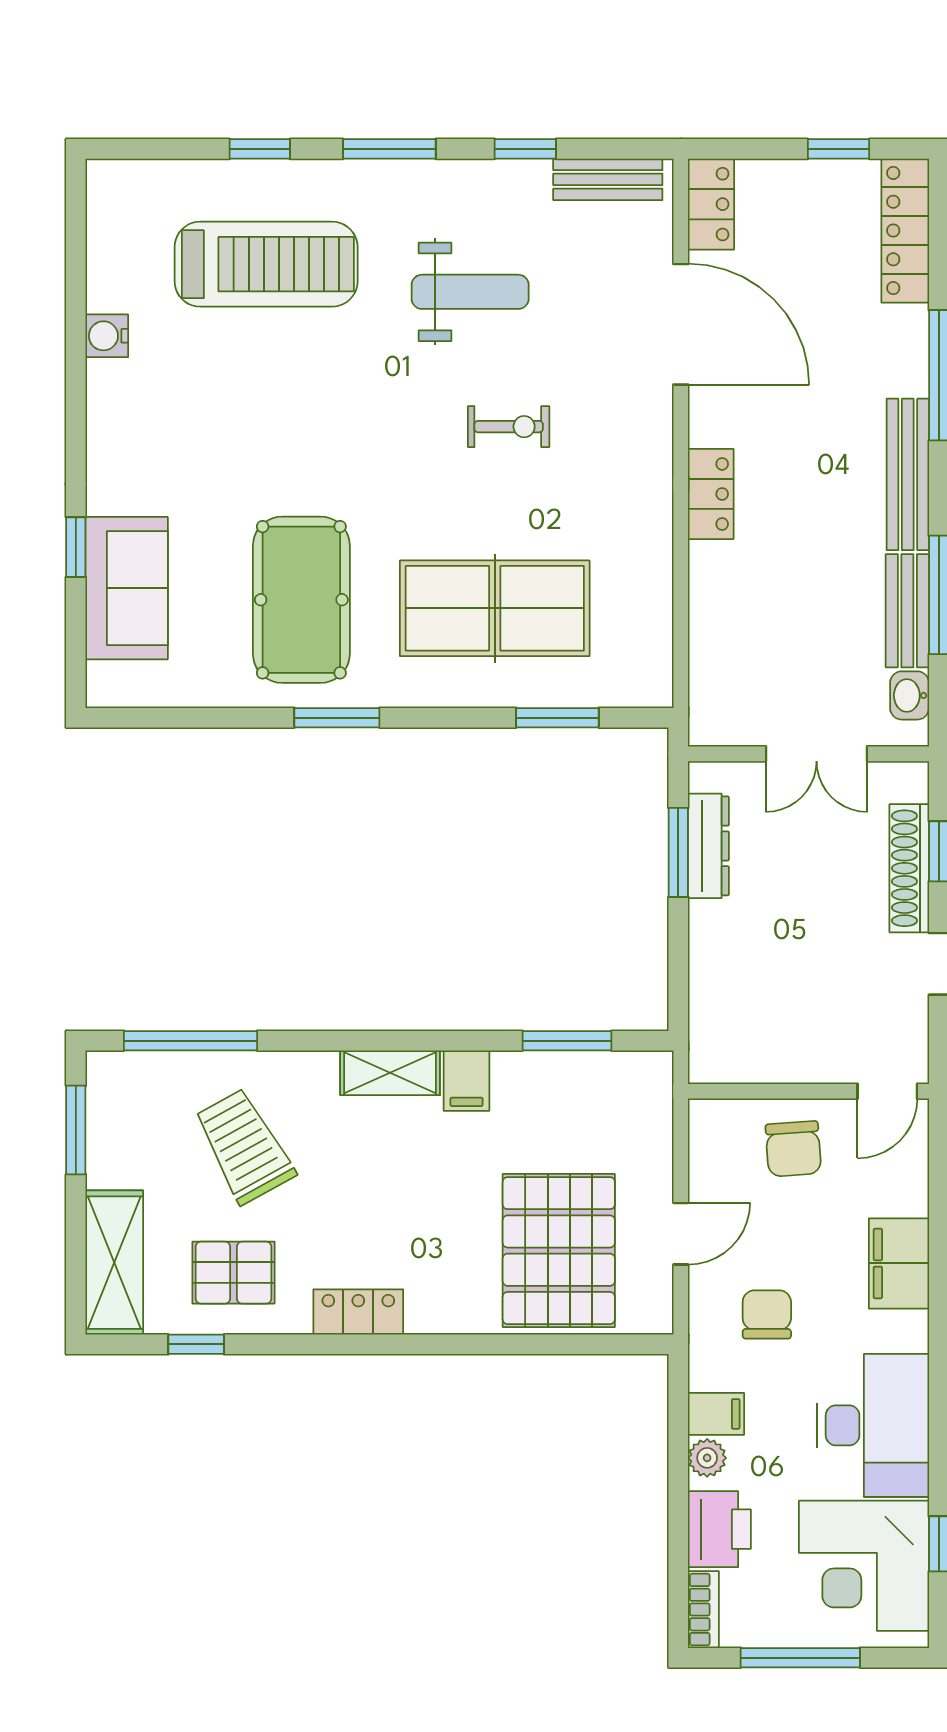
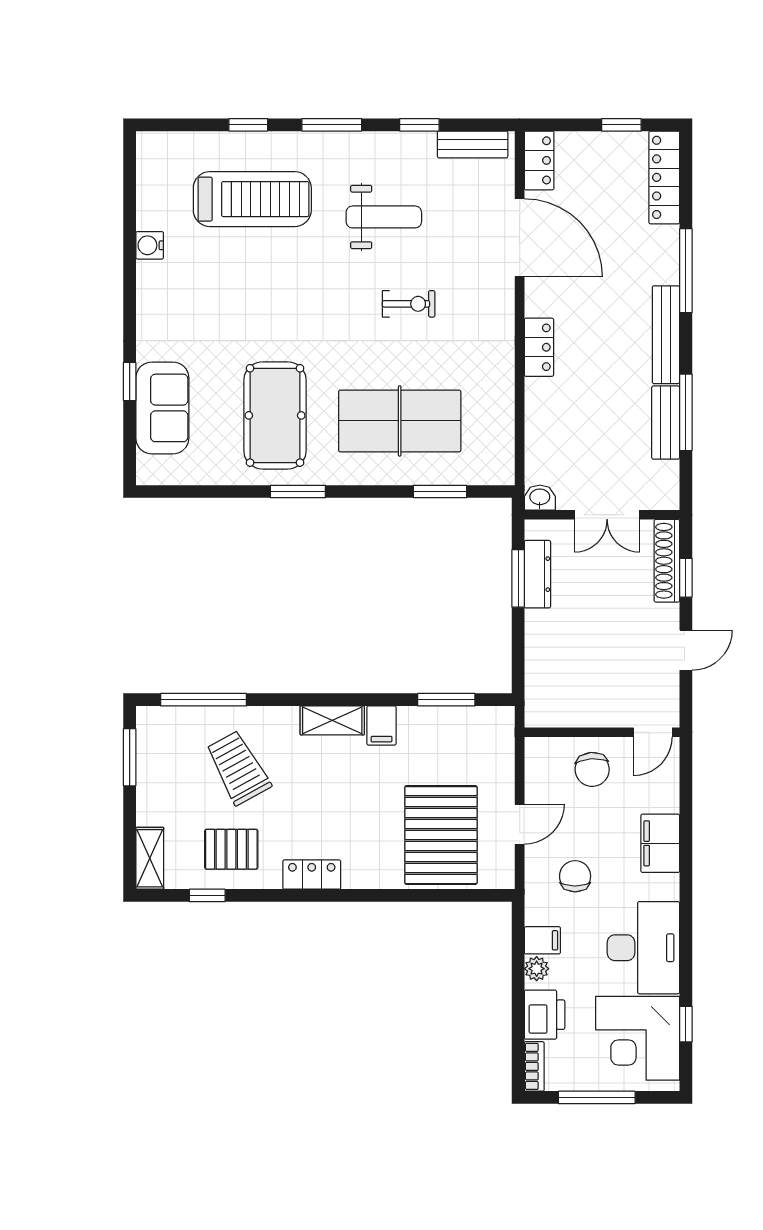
washbasin: (910, 695) -> (540, 498), moved, turned 90
shoe rack: (909, 868) -> (667, 561), moved
shelving: (114, 1263) -> (150, 858), width x0.67, depth x0.75

